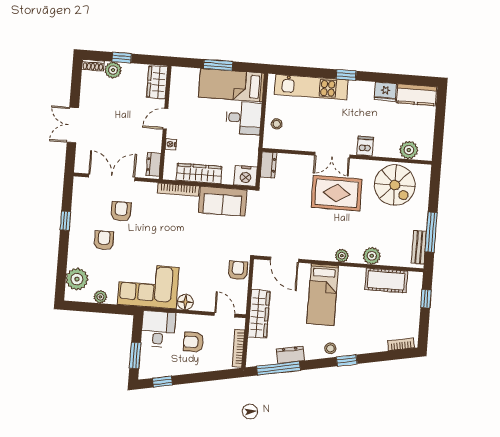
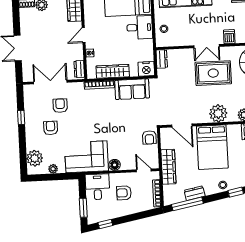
plant: (342, 256) -> (218, 113), width x1.87, depth x1.87
armchair: (238, 270) -> (149, 137), turned 180
bed: (323, 295) -> (212, 147), width x1.50

